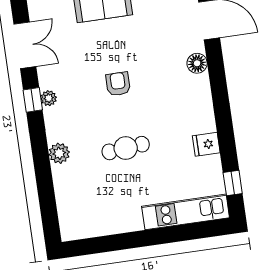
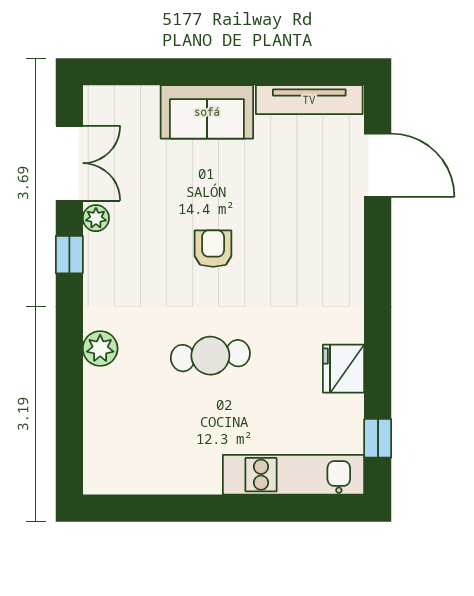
floor lamp: (197, 63) -> (348, 233), removed
plant: (49, 98) -> (96, 218), moved
fridge: (206, 144) -> (344, 369), width x1.38

